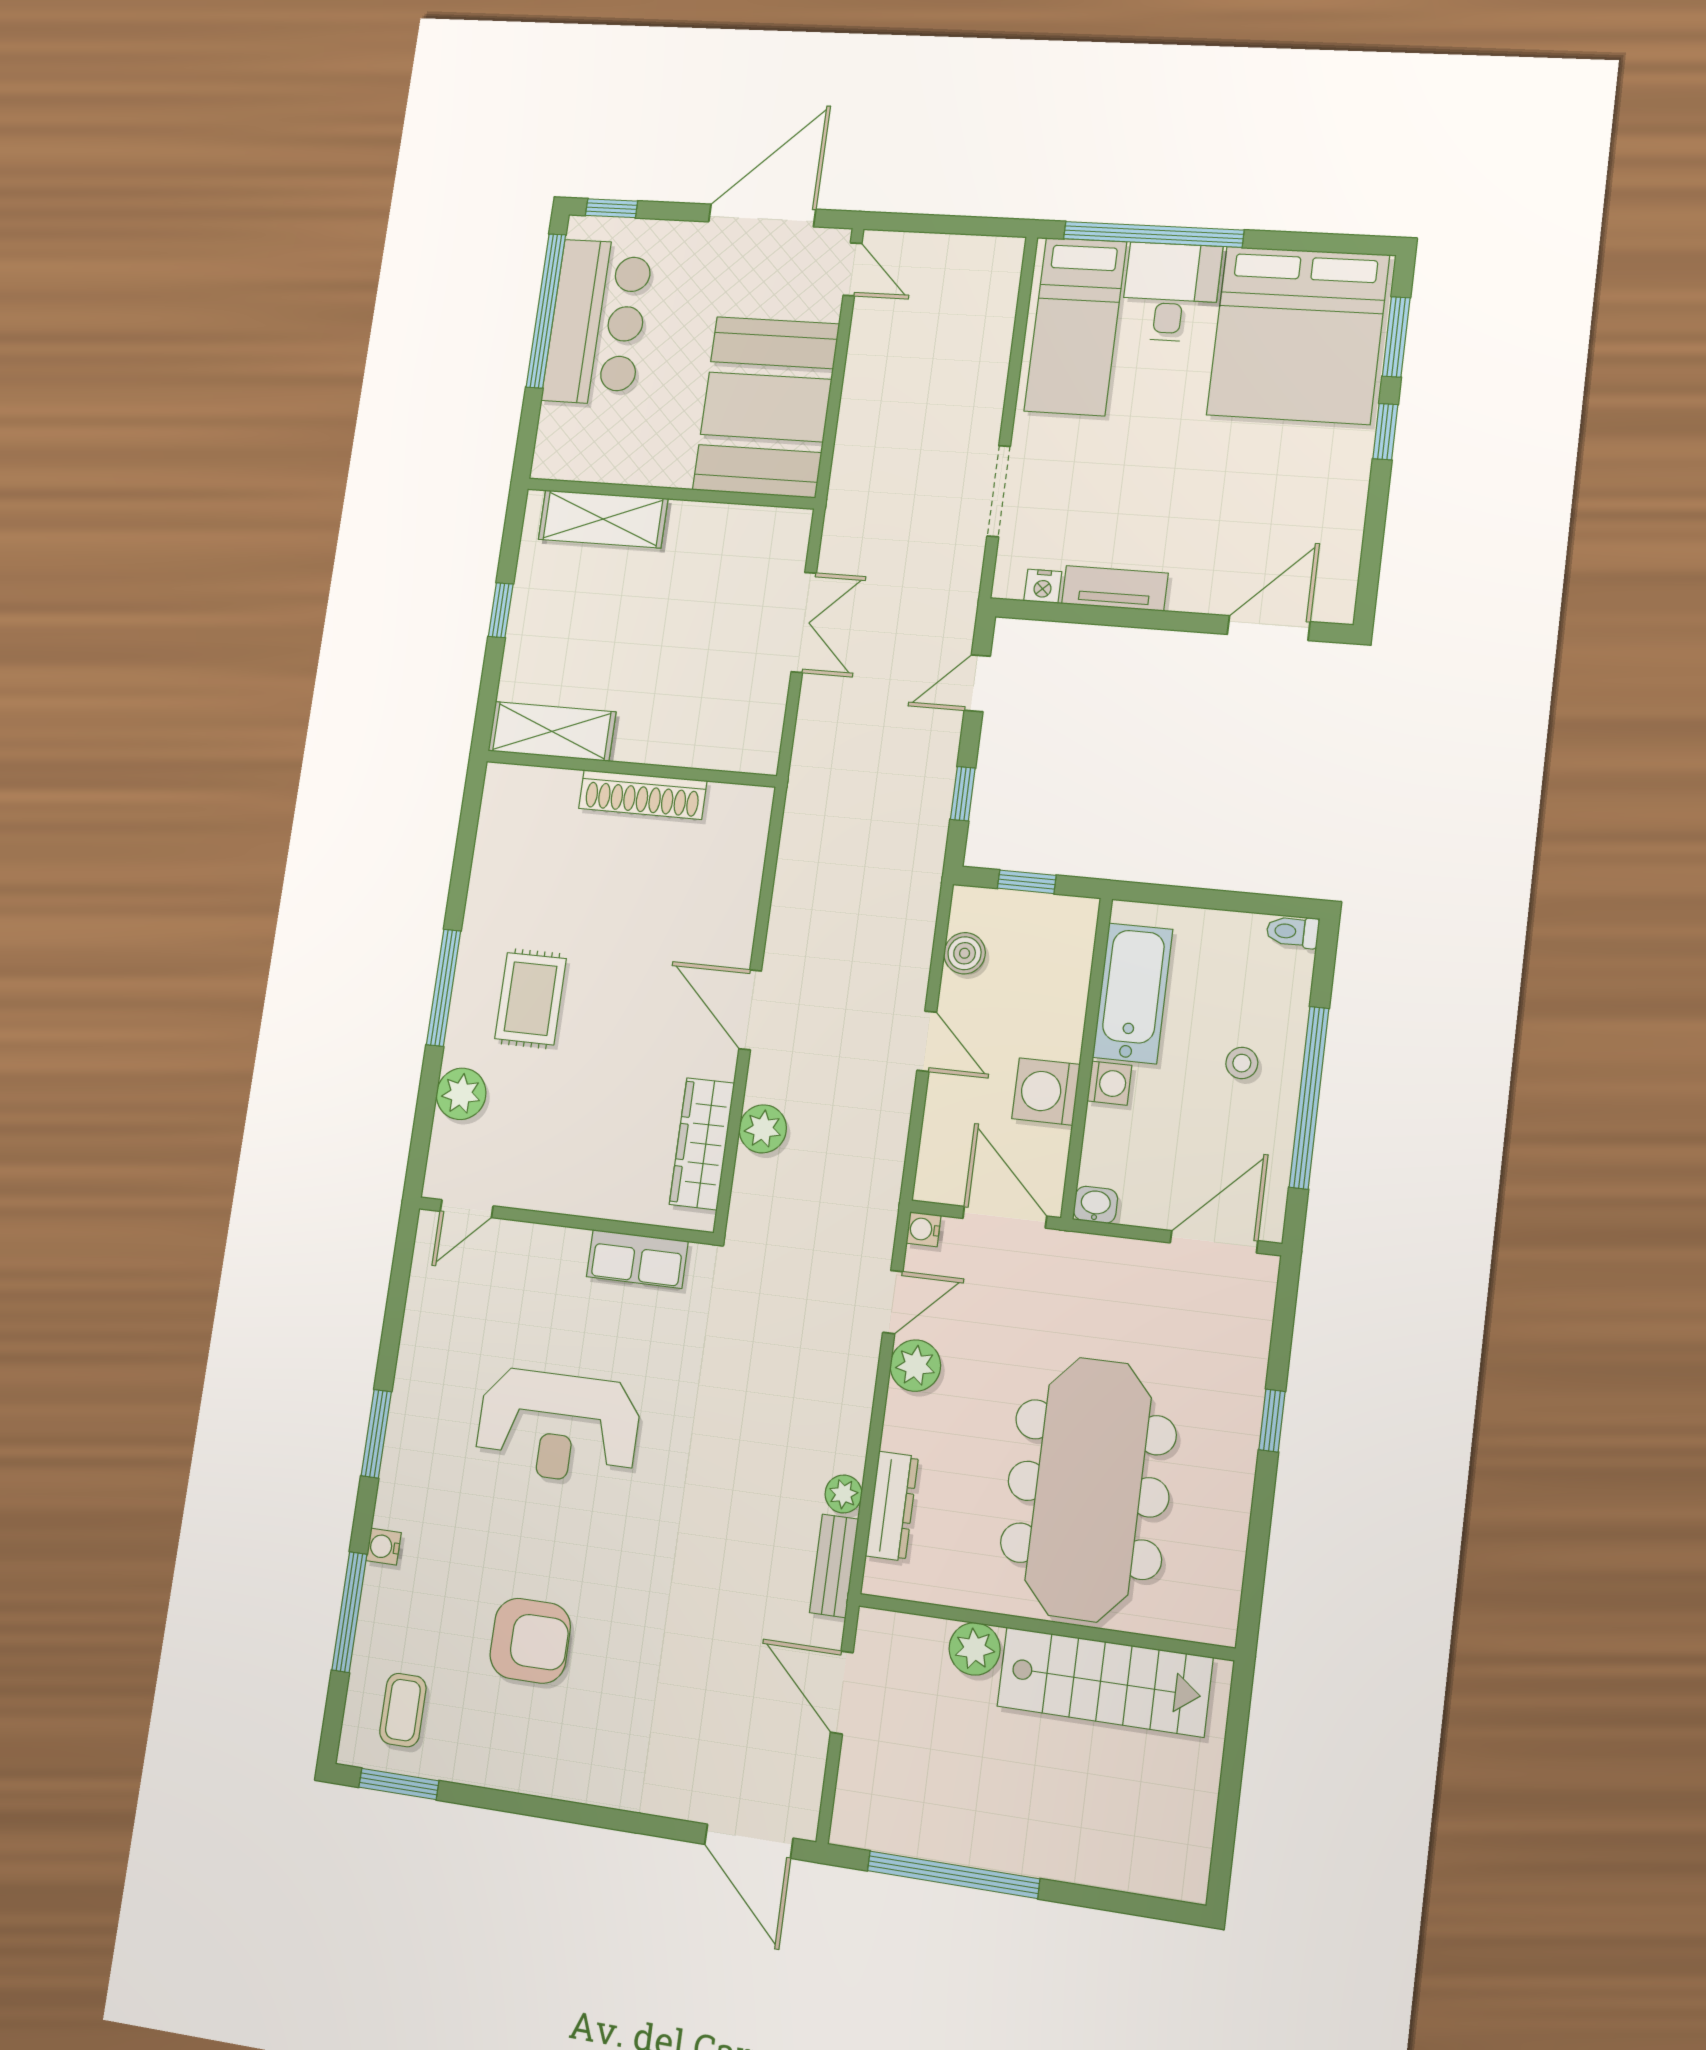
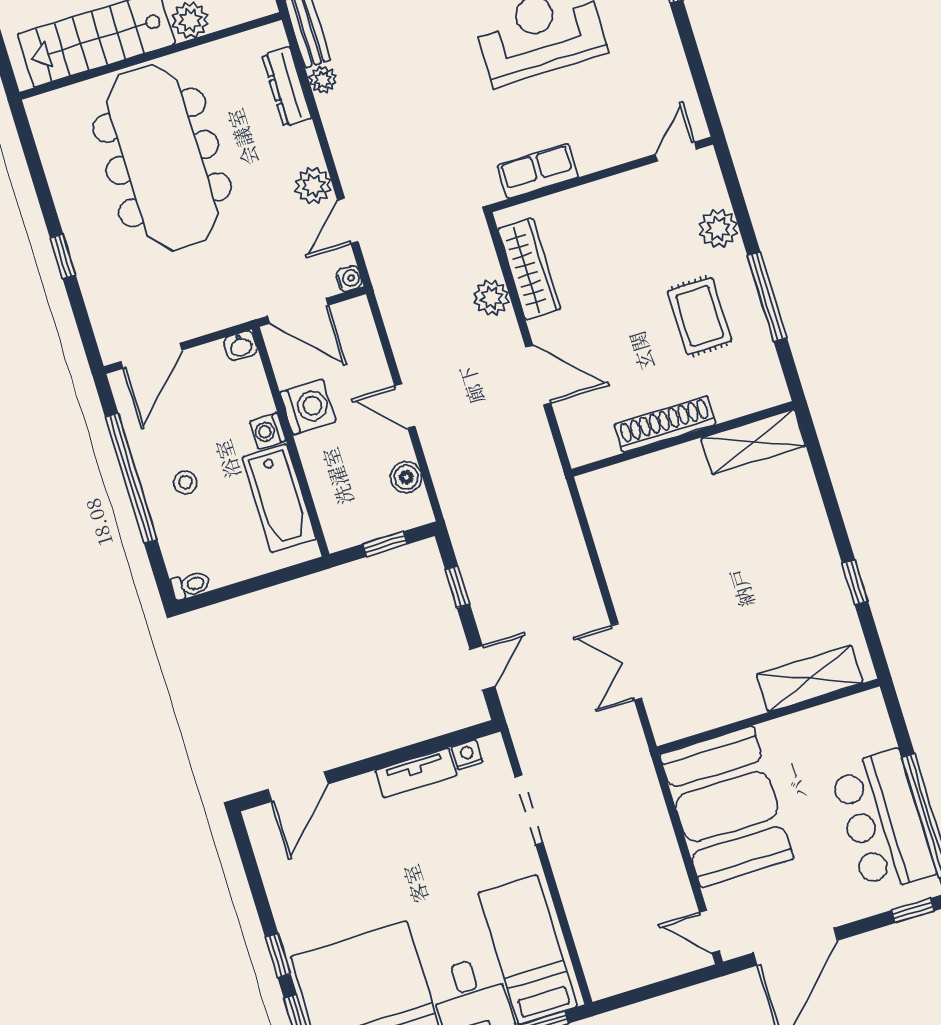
shelving: (552, 731) -> (753, 442), moved
wall: (630, 769) -> (683, 439), moved
shoe rack: (643, 795) -> (665, 424), moved

